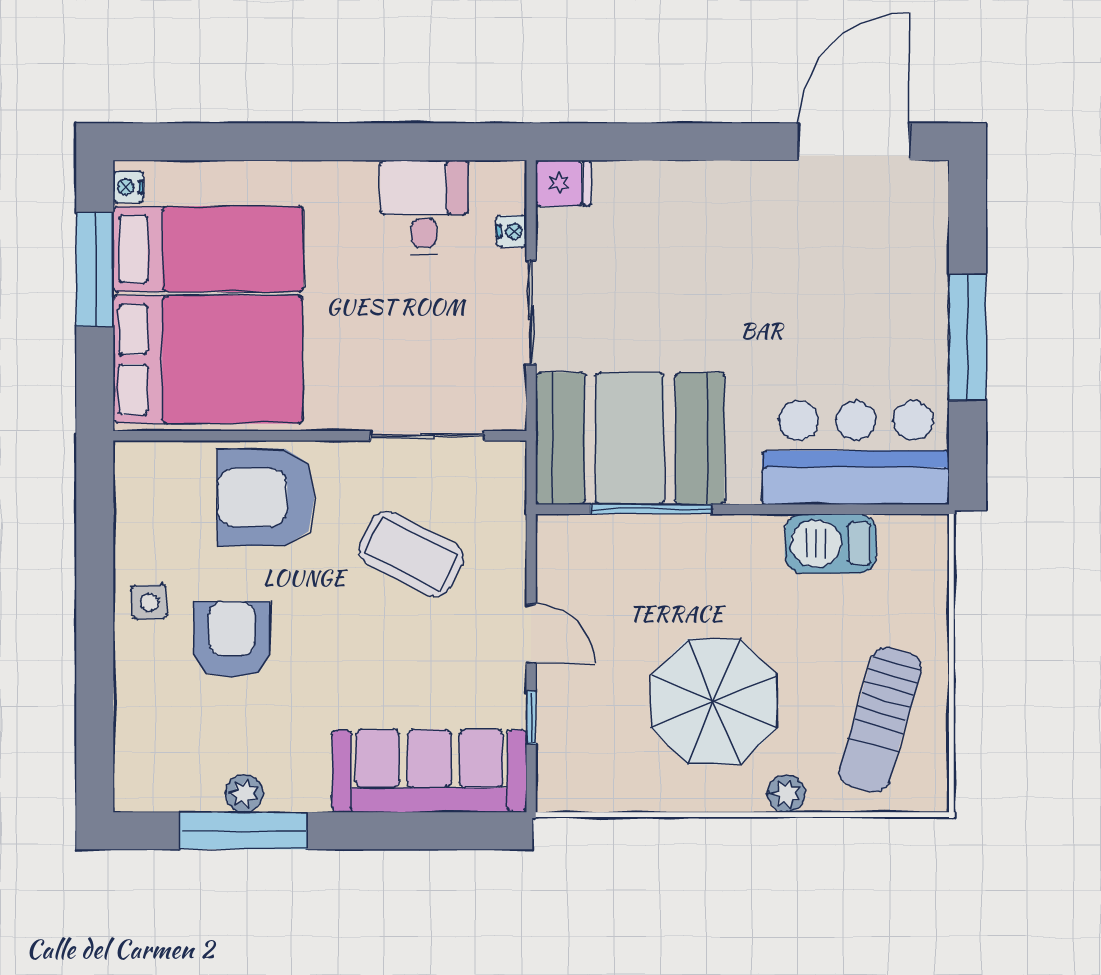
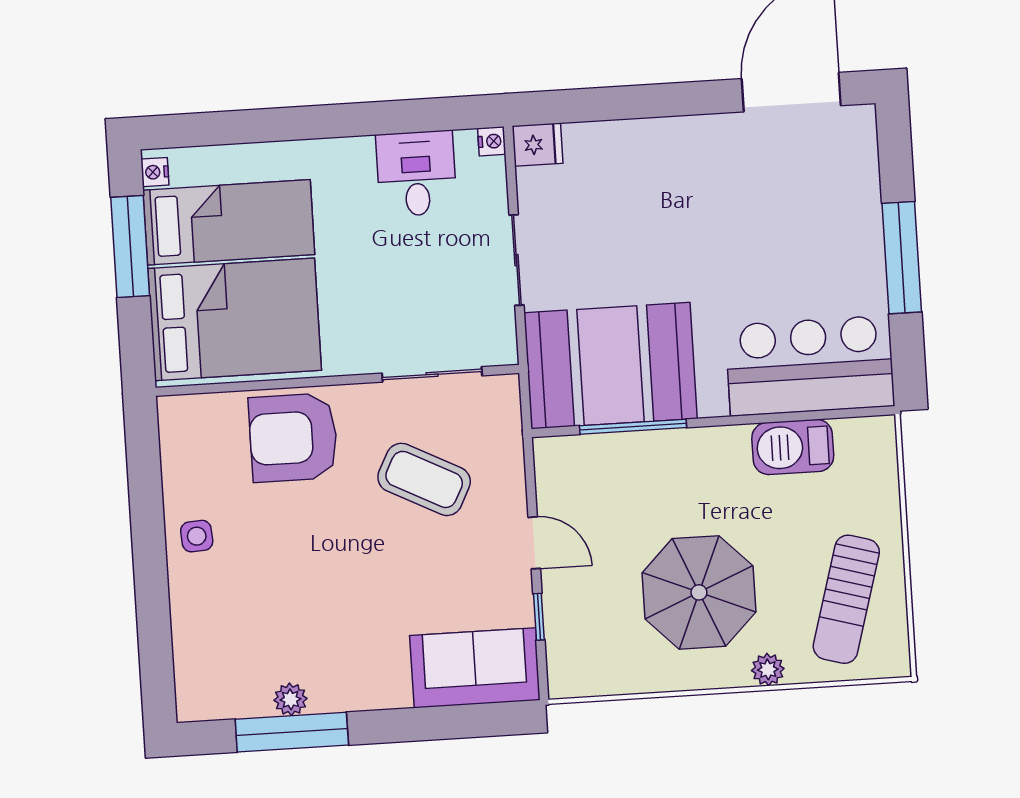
nightstand: (512, 231) -> (492, 141), moved
armchair: (232, 639) -> (271, 564), removed
sofa: (429, 771) -> (475, 668), width x0.73

